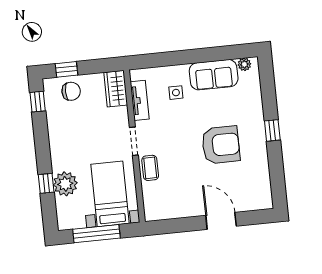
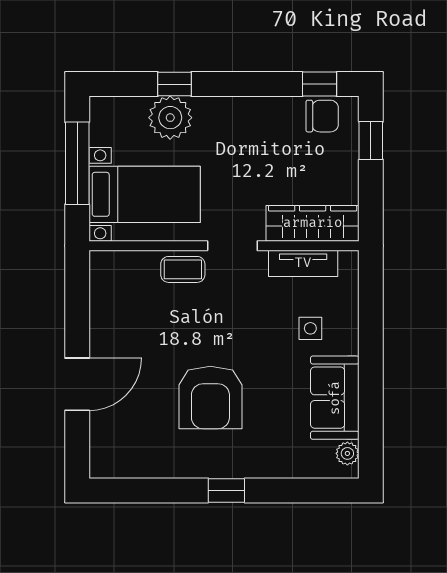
wardrobe: (116, 89) -> (313, 223), width x1.50
chair: (71, 91) -> (322, 116), moved, turned -90

